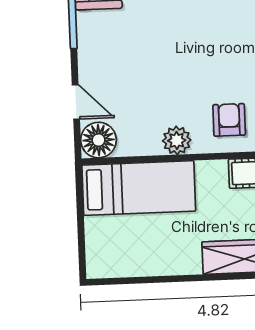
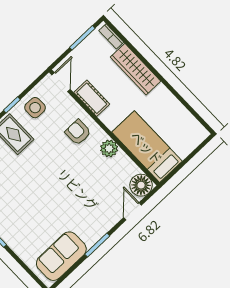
armchair: (229, 120) -> (78, 132), turned 90

